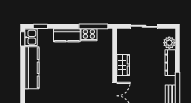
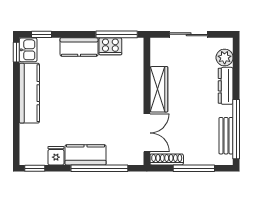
wardrobe: (123, 65) -> (159, 89), width x1.50

